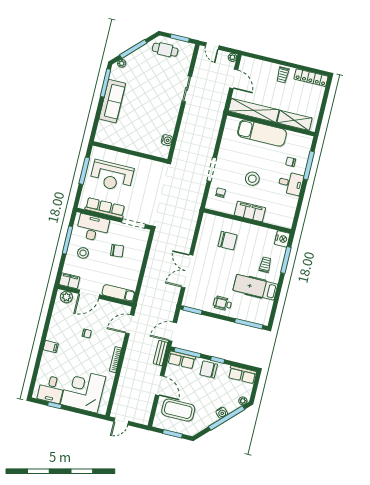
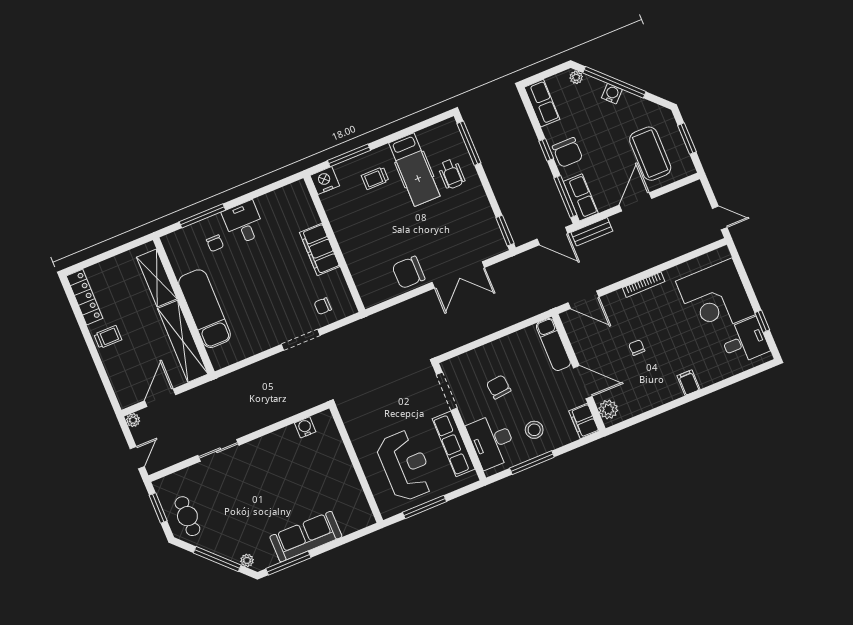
stool: (252, 179) -> (274, 278), removed
chair: (227, 241) -> (408, 272), moved, turned -90
wheelchair: (222, 303) -> (451, 174), moved

